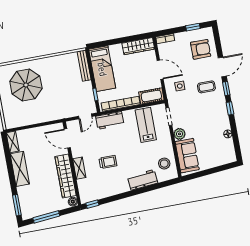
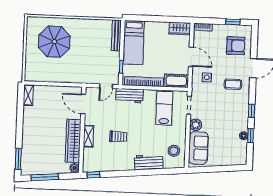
wardrobe: (138, 46) -> (180, 29), width x0.67
window: (226, 89) -> (251, 136), moved
shelving: (20, 169) -> (29, 124), removed

